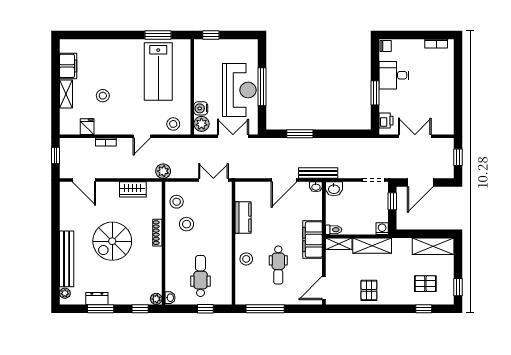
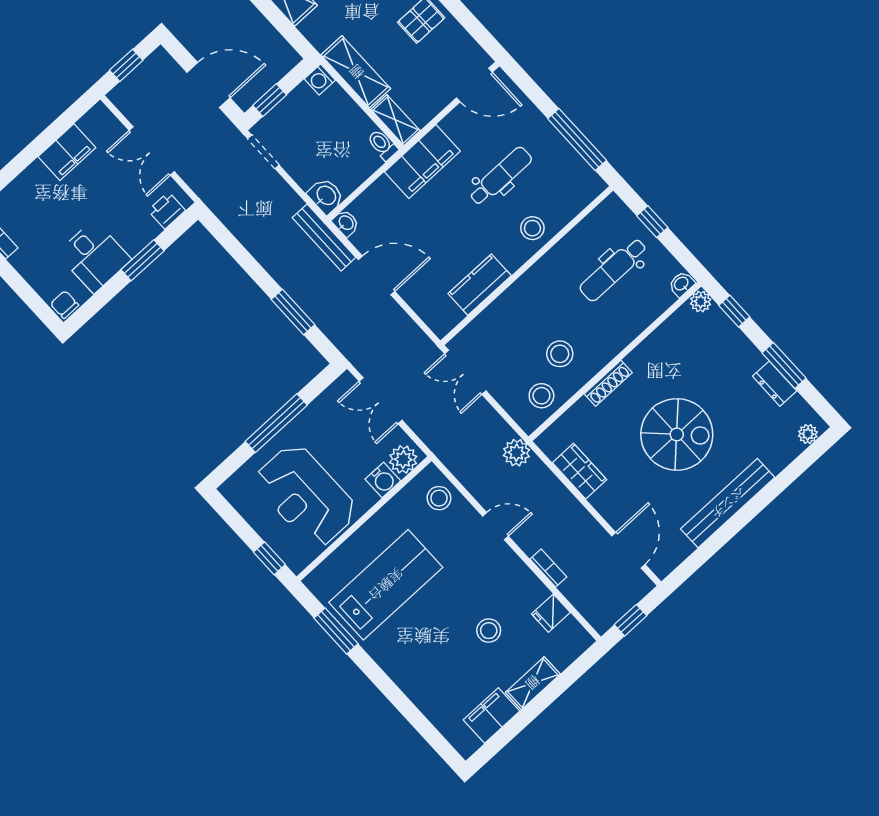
reception desk: (239, 90) -> (306, 496), moved, turned -90
filing cabinet: (445, 102) -> (67, 152), added
bench: (67, 259) -> (728, 503), moved

